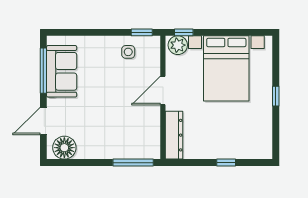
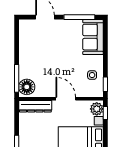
sofa: (62, 71) -> (93, 37), moved, turned 90
floor lamp: (64, 148) -> (27, 87), moved

